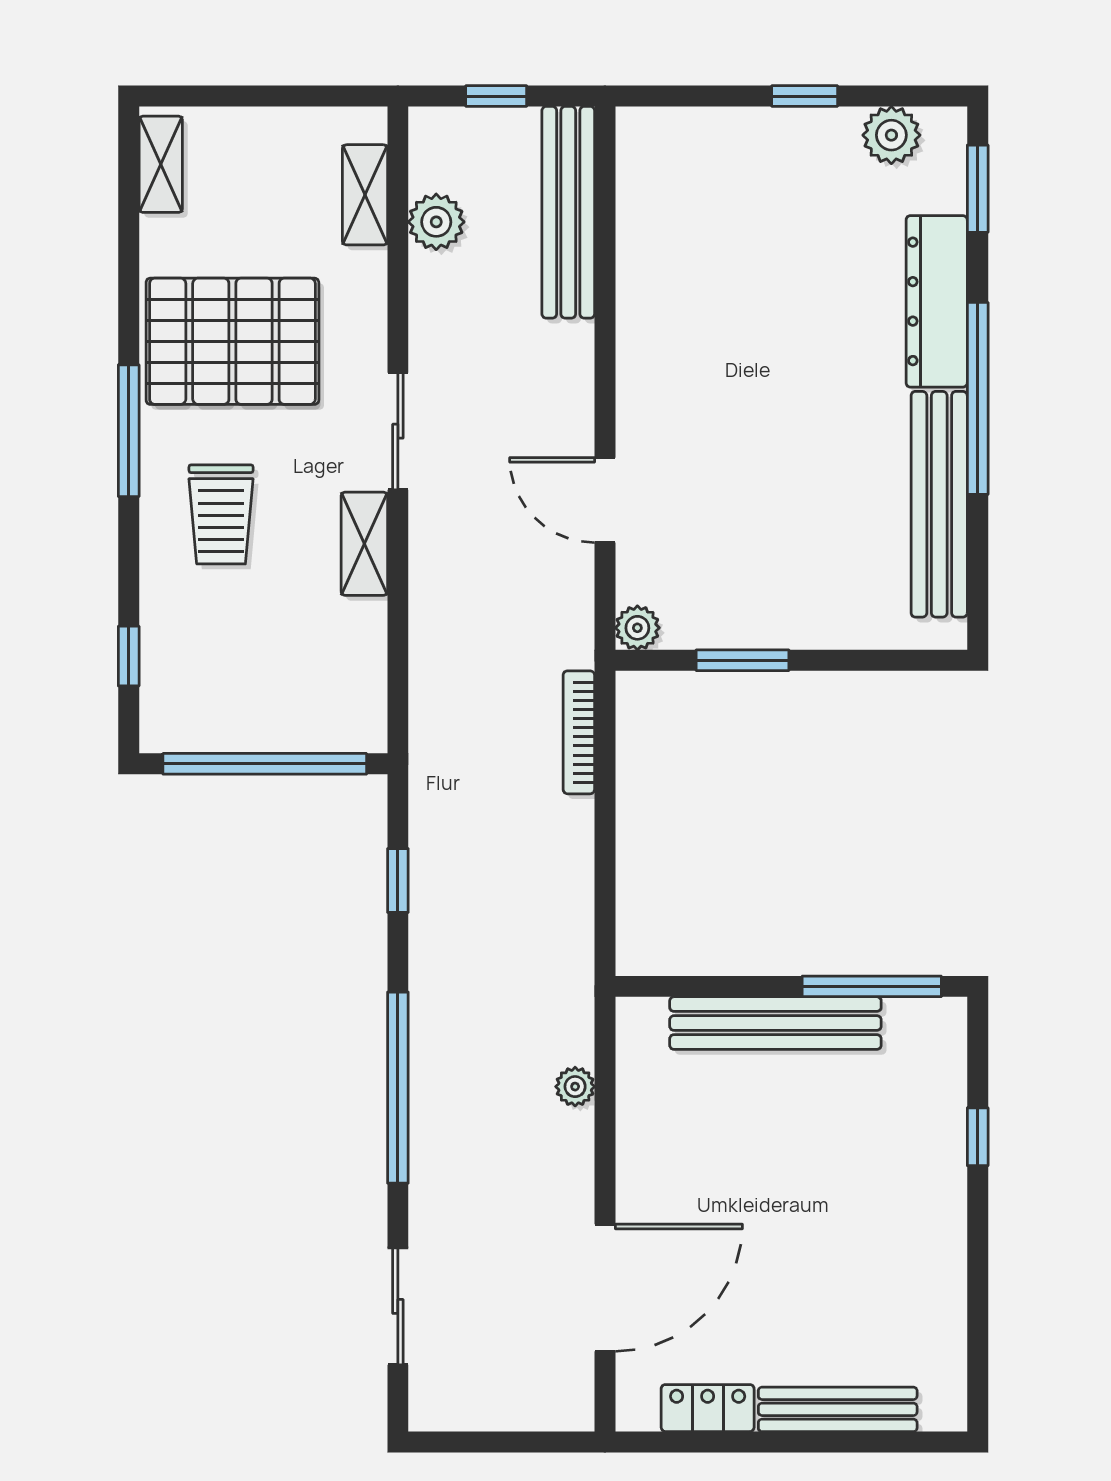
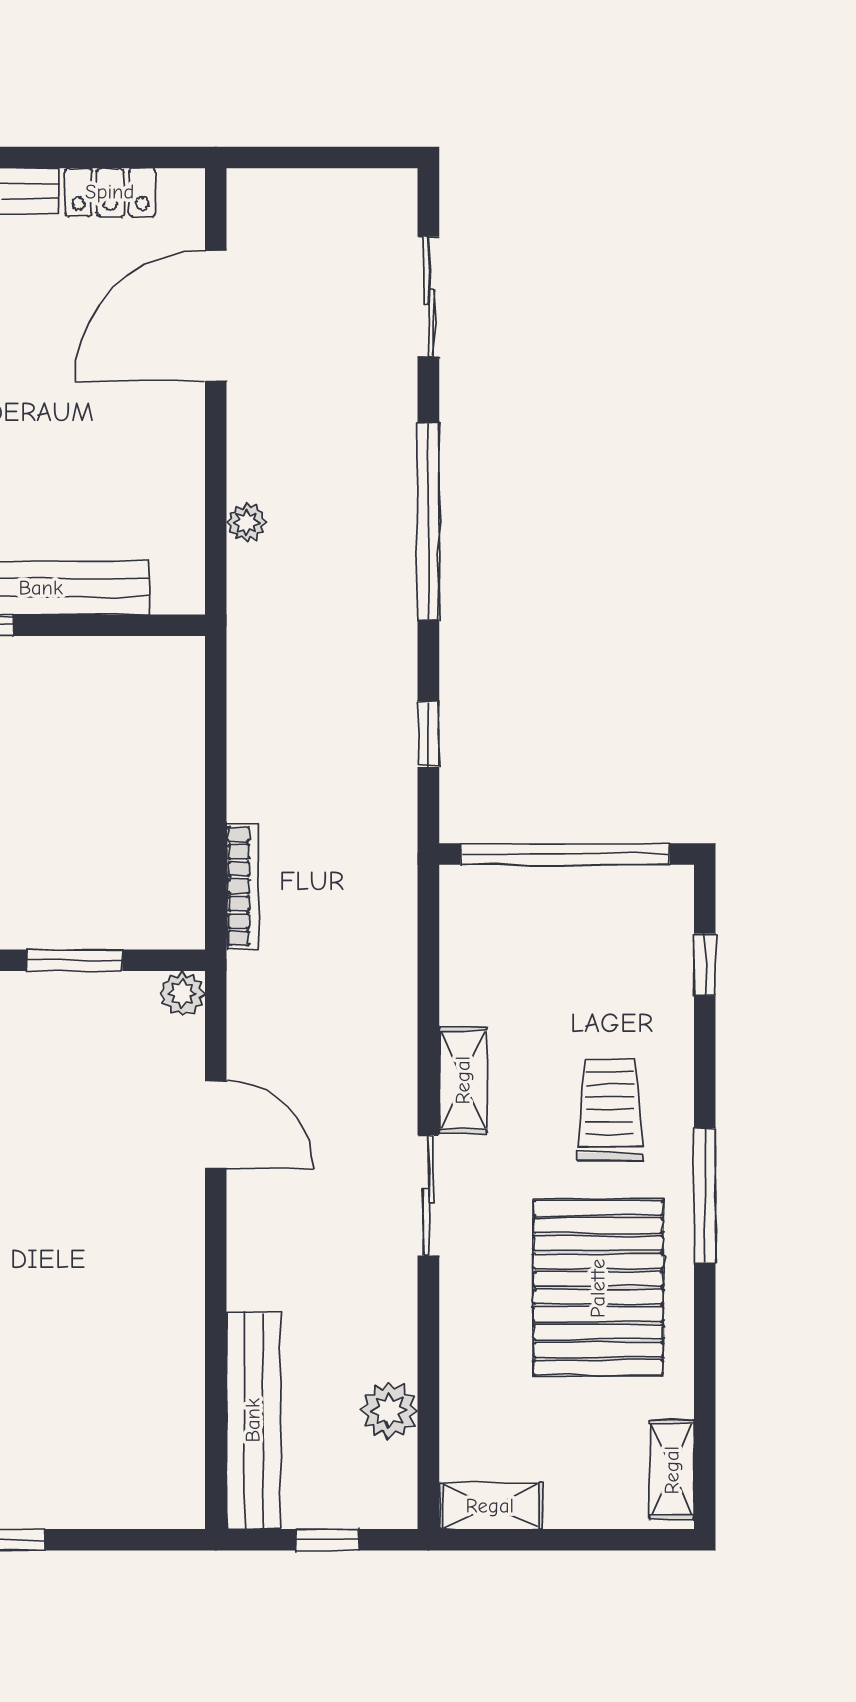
shelving: (365, 195) -> (490, 1506), moved, turned 90
pallet: (232, 341) -> (598, 1288), turned 90

